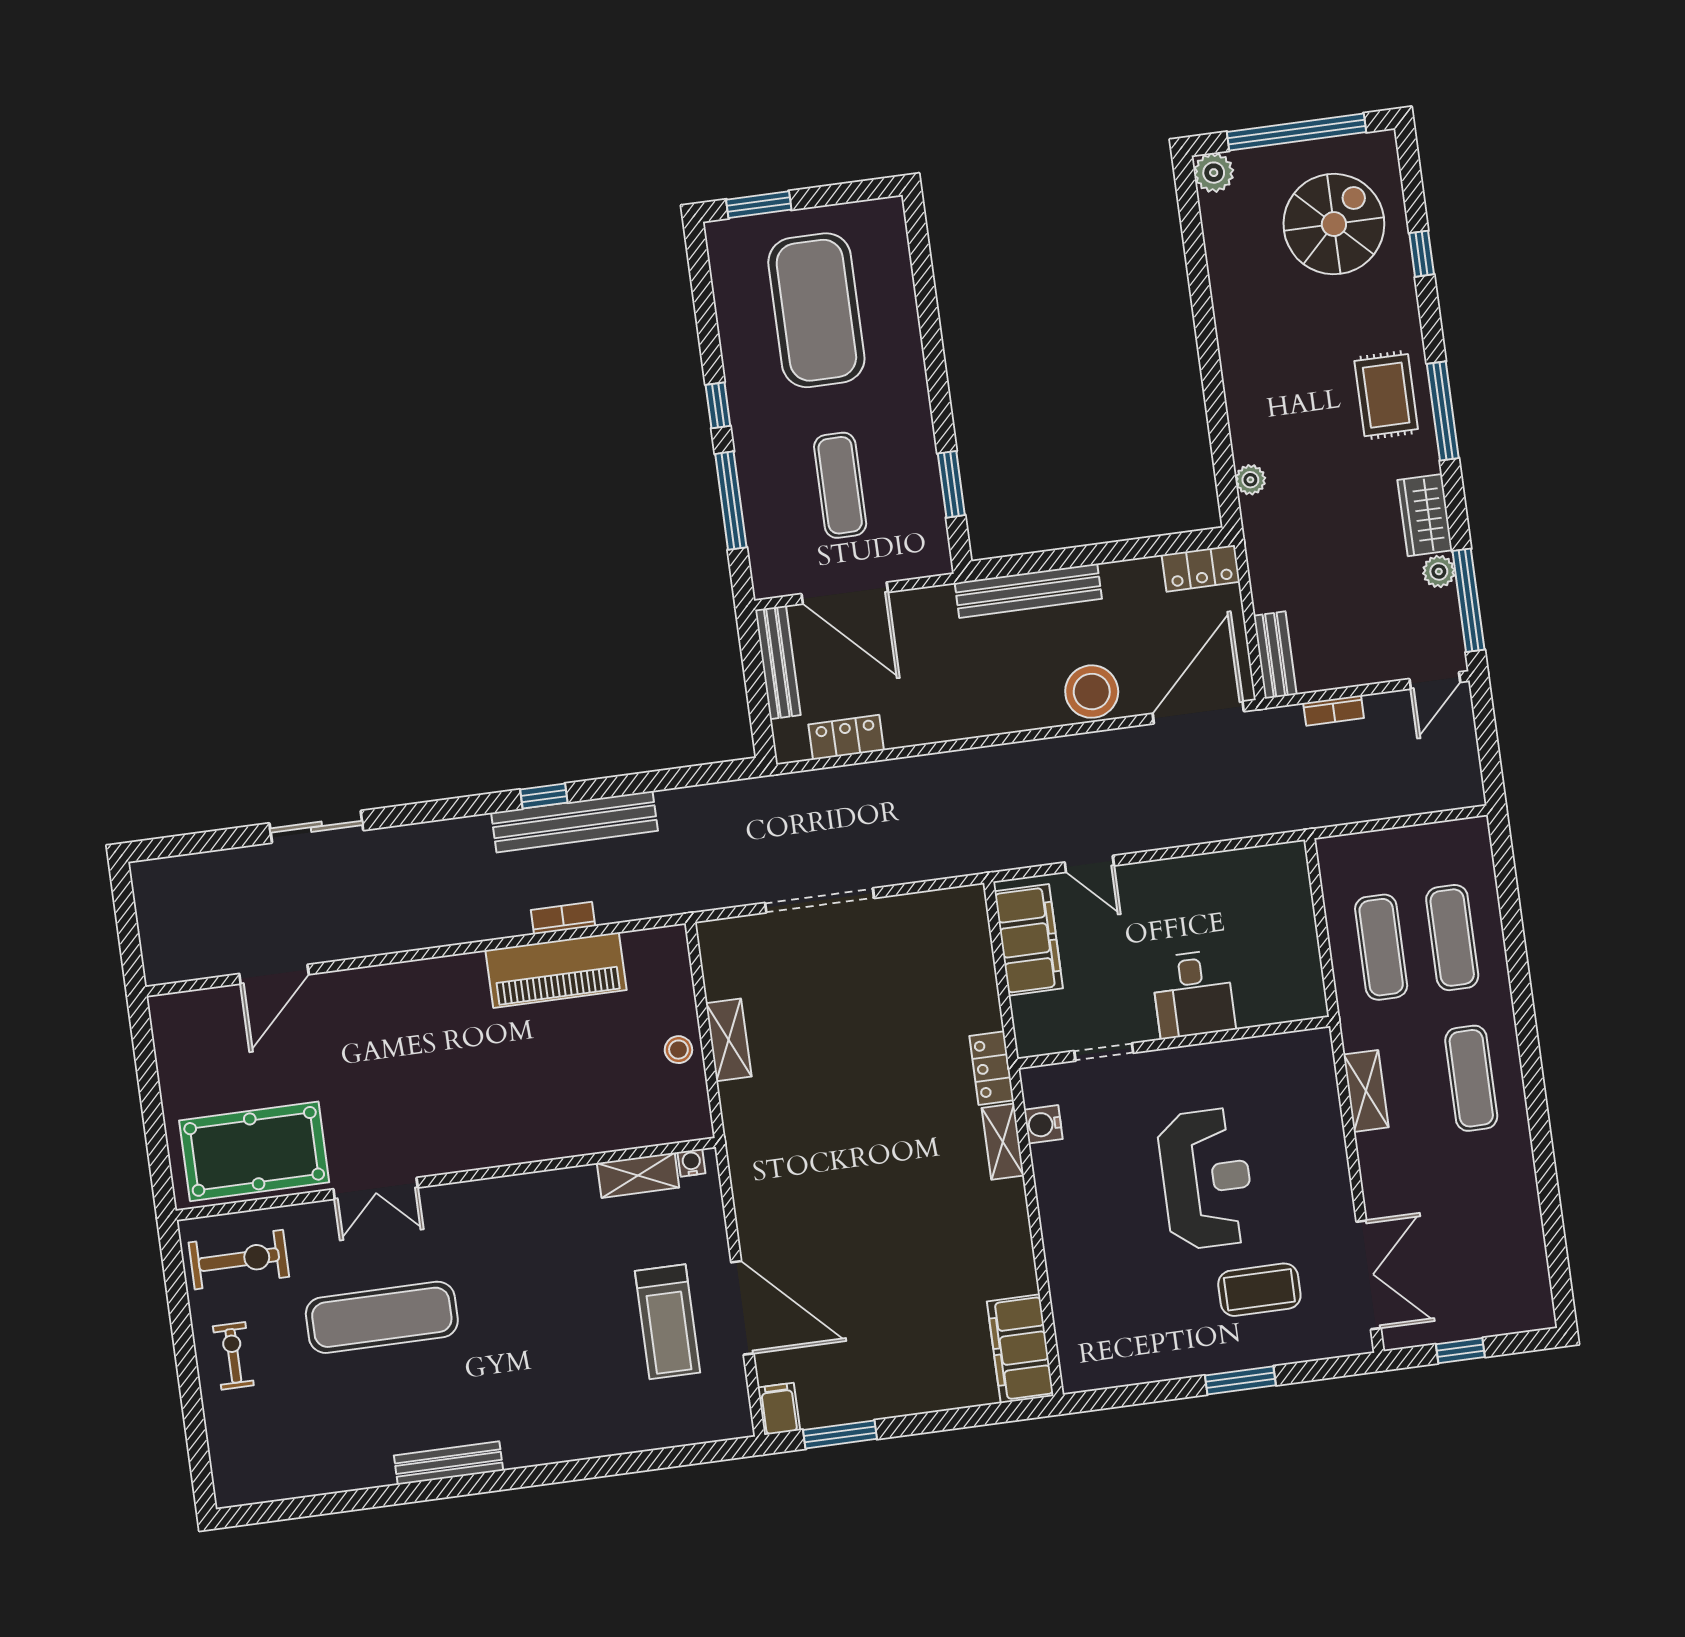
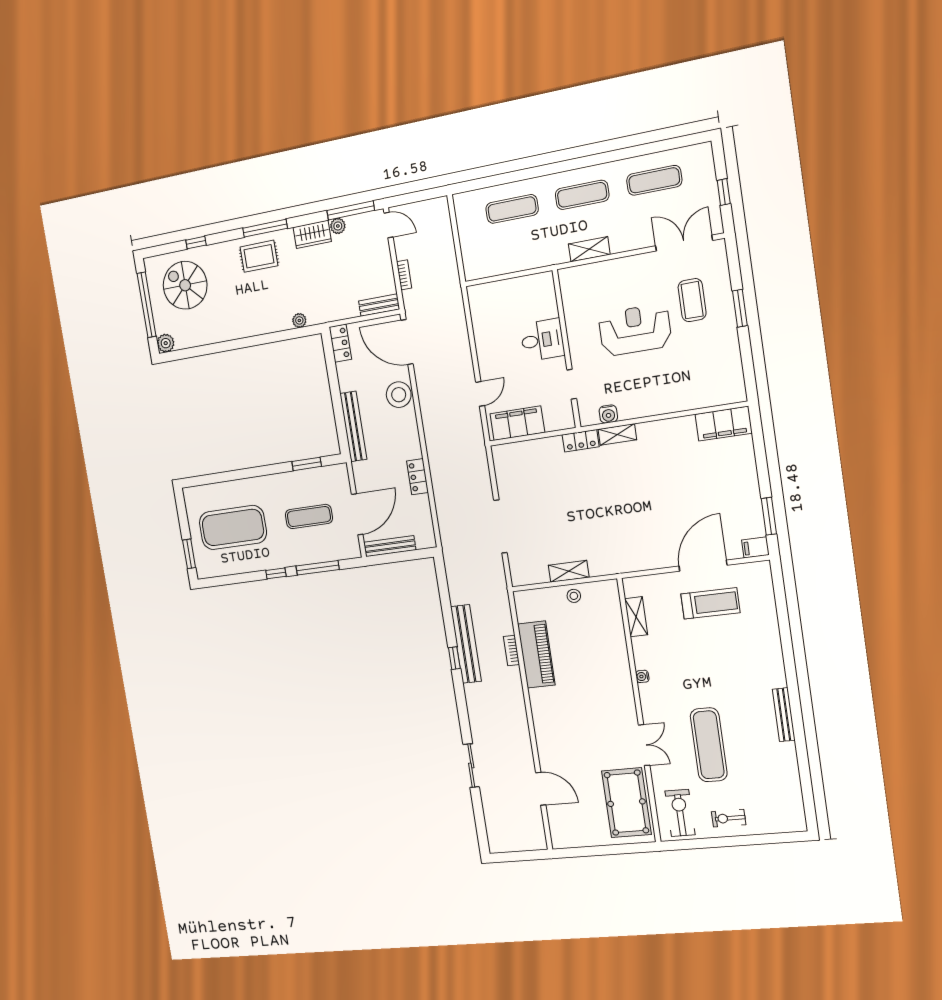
locker: (846, 737) -> (417, 477), moved
exercise mat: (1381, 947) -> (654, 180), moved
water cooler: (691, 1163) -> (642, 676), moved

